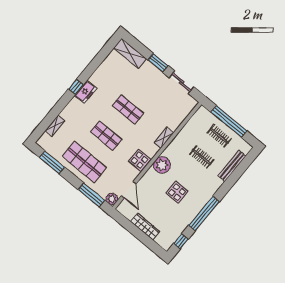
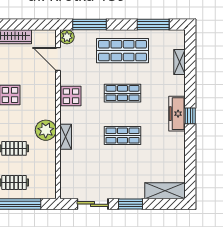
freezer: (86, 92) -> (177, 114), width x1.40
plant: (162, 165) -> (46, 130), moved

